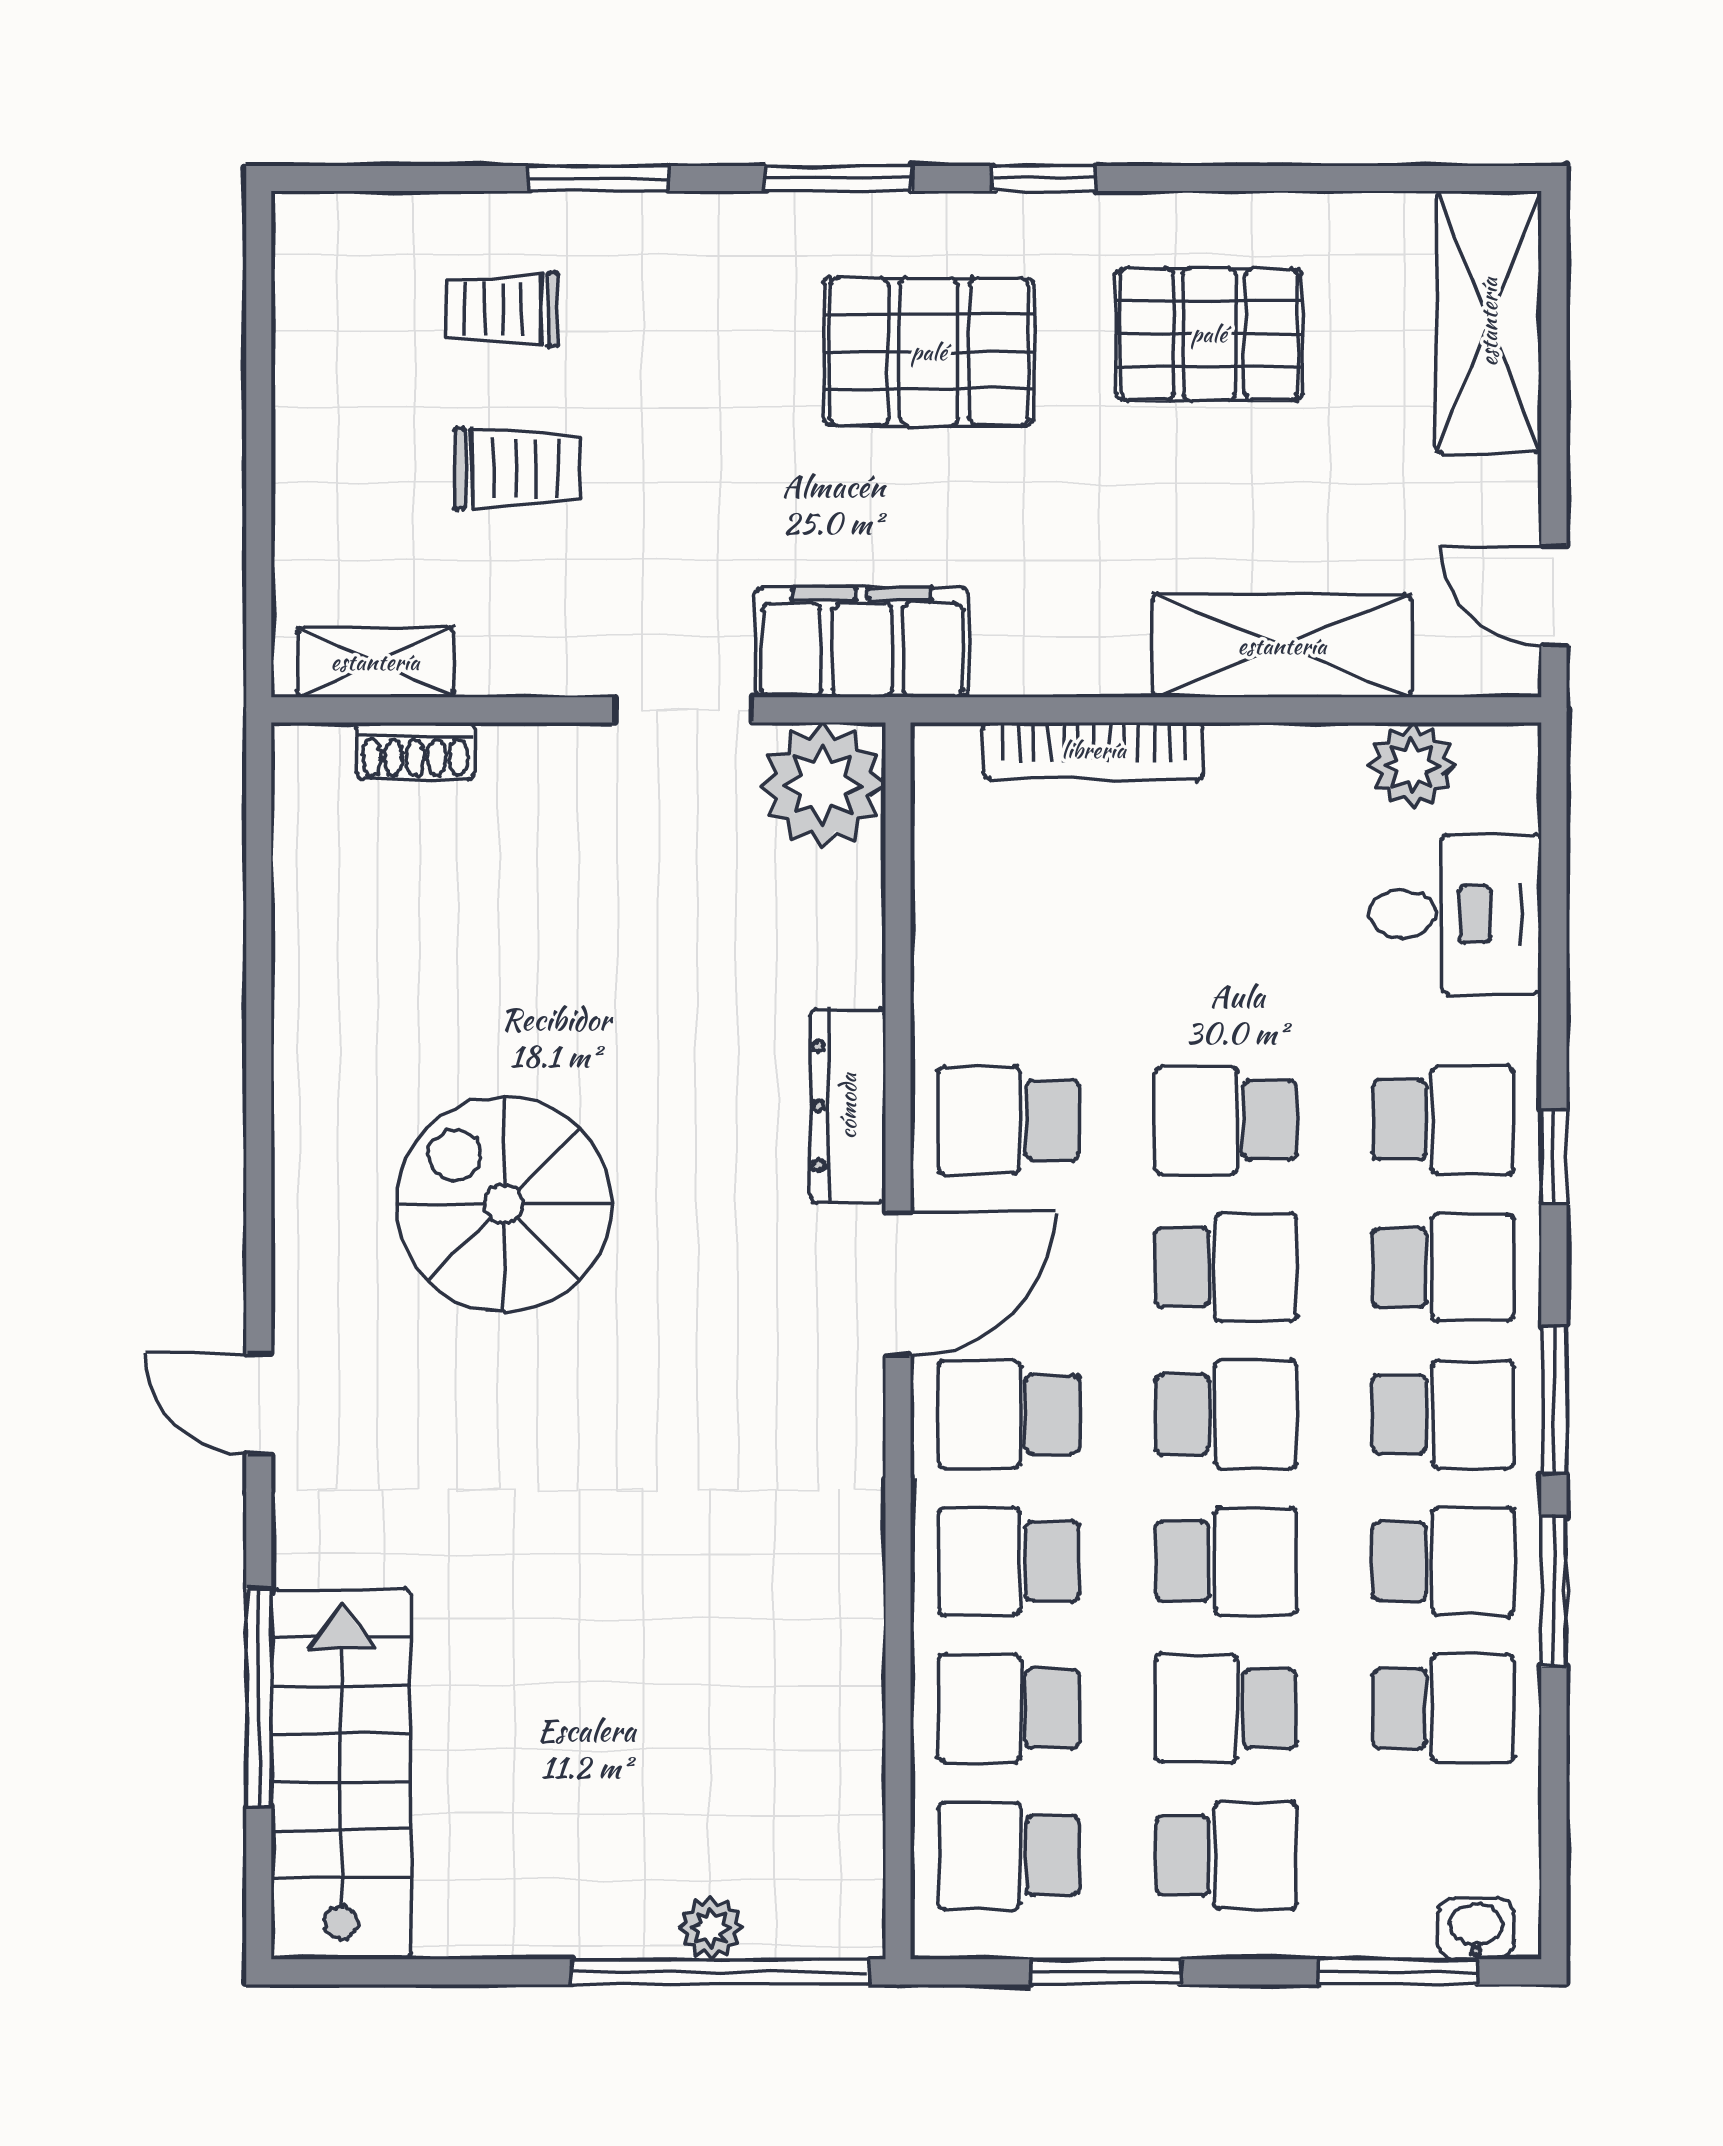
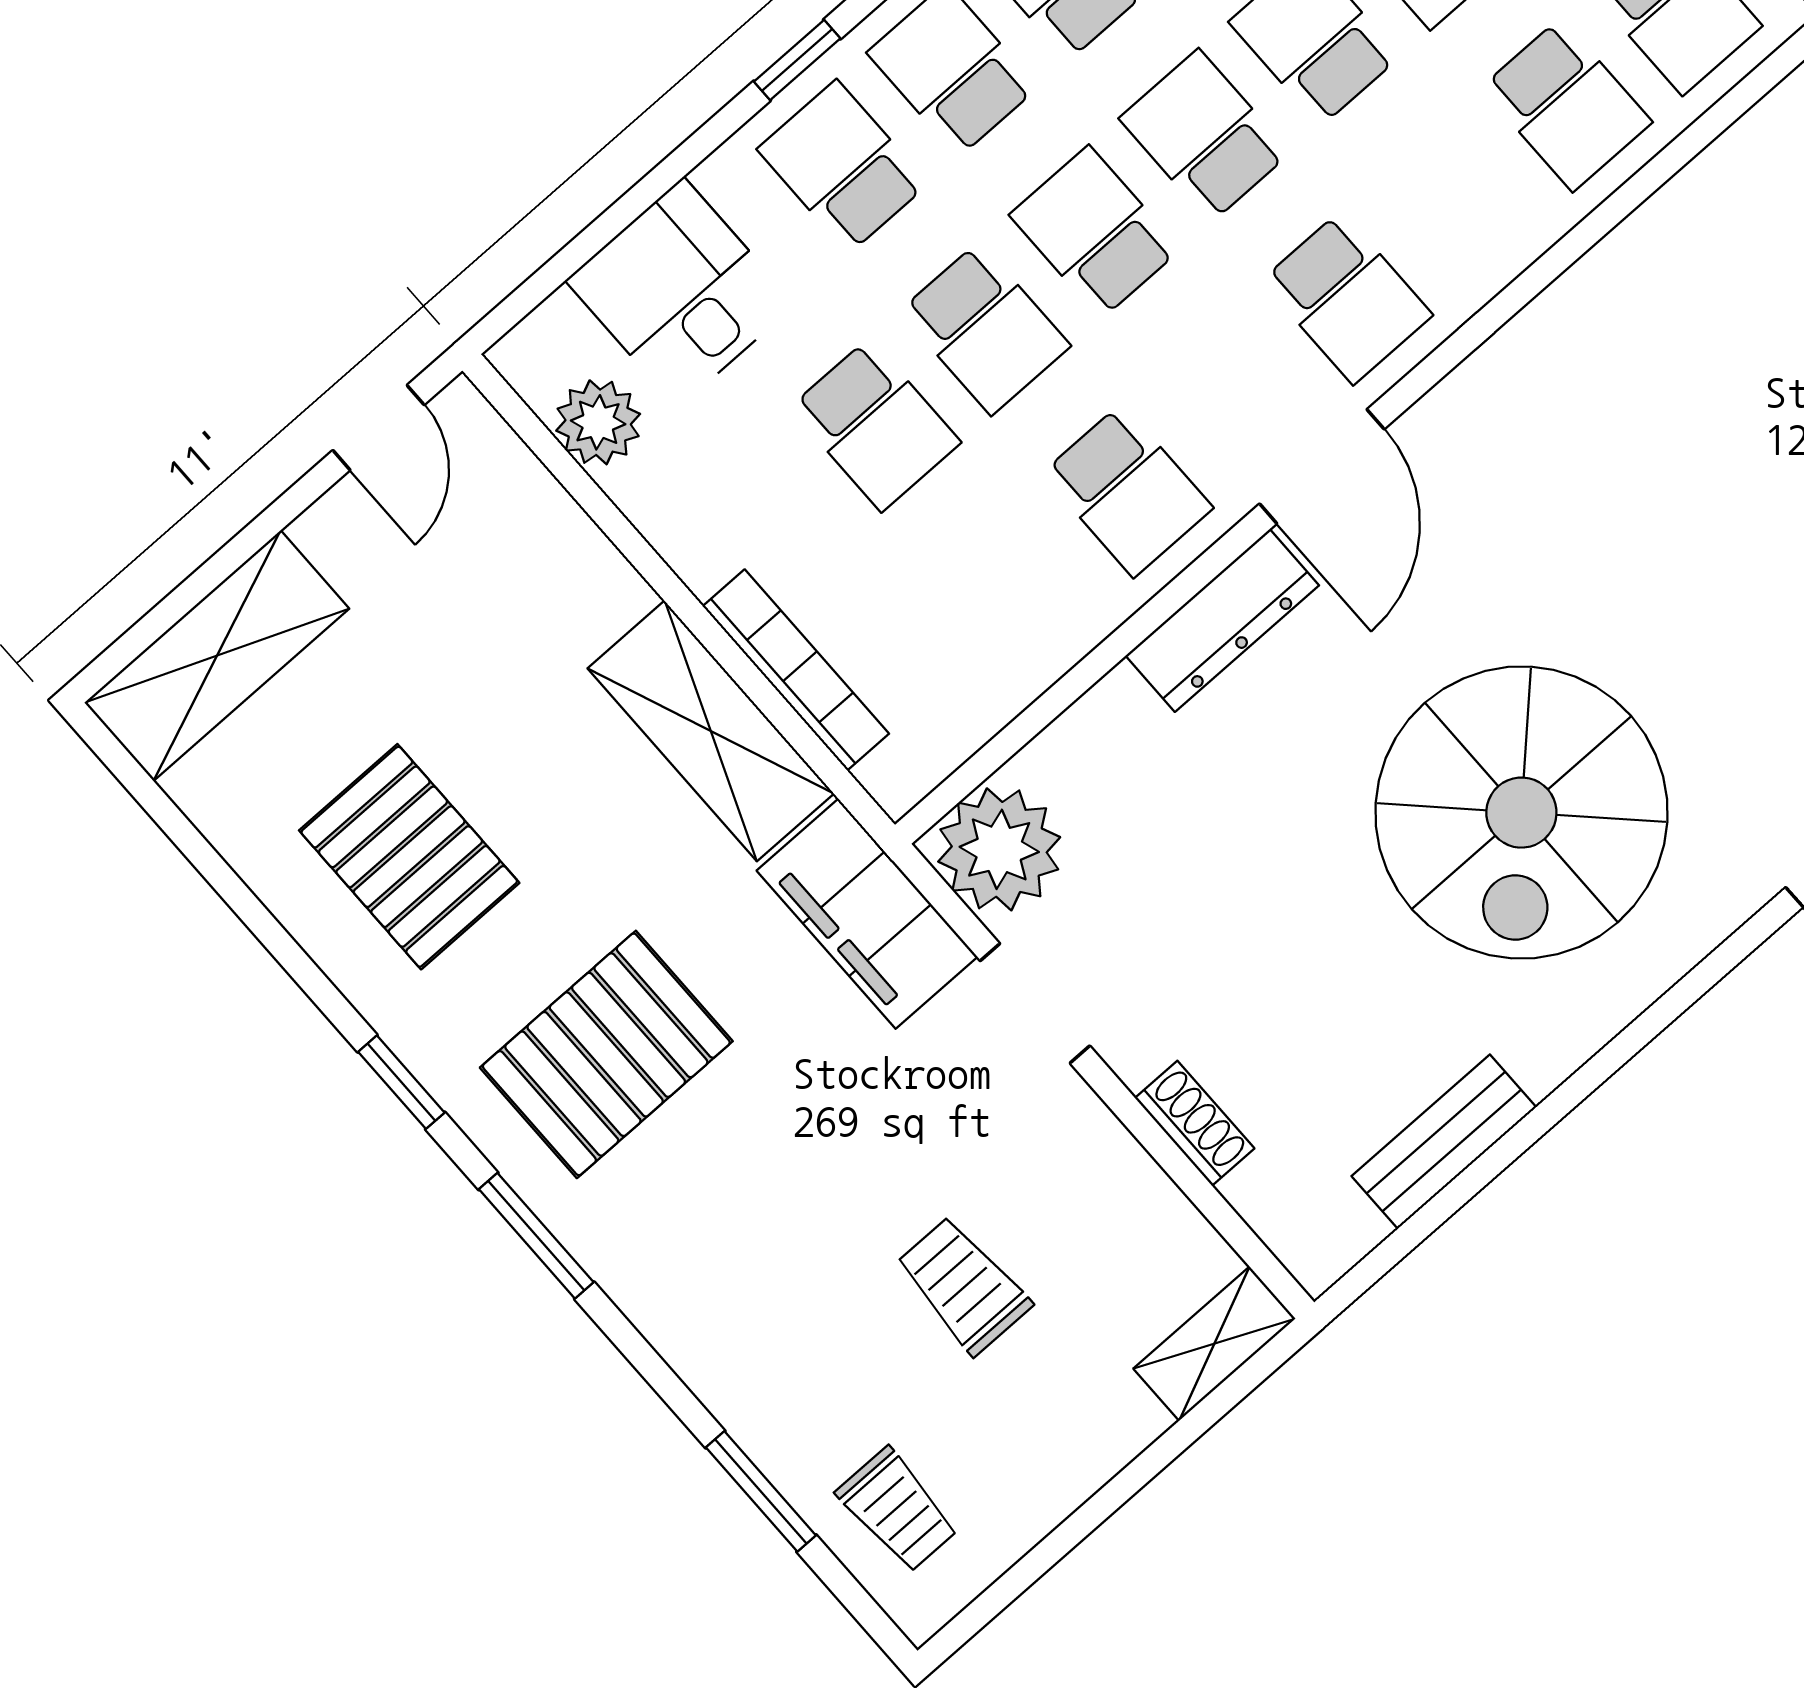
window: (599, 178) -> (761, 1491), moved
trolley: (502, 309) -> (897, 1510), moved
pallet: (929, 352) -> (606, 1054), turned 90
shelving: (1282, 646) -> (711, 731), moved
shelving: (375, 662) -> (1214, 1344), moved, turned 90
shoe rack: (415, 751) -> (1195, 1123), moved
bench: (307, 927) -> (1444, 1142), added
spiral stairs: (504, 1204) -> (1521, 813), width x1.37, depth x1.37
door: (898, 1283) -> (1322, 466), swing flipped
school desk: (1009, 1561) -> (875, 425), moved

